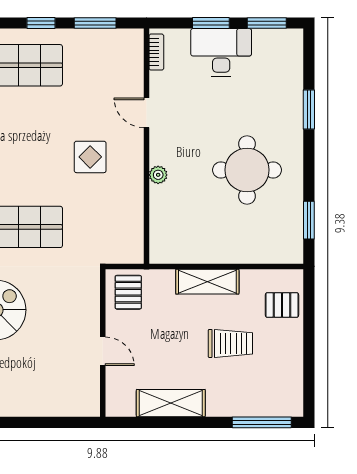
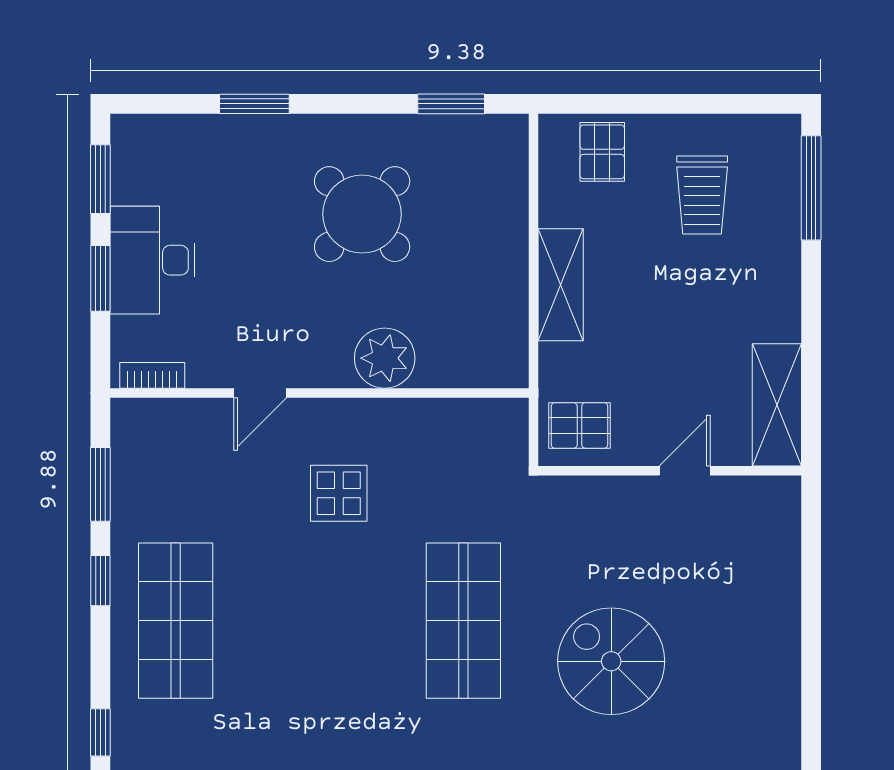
round table: (247, 170) -> (362, 214), turned 45
plant: (158, 175) -> (385, 358), width x1.88, depth x1.88
trolley: (230, 343) -> (702, 195), moved, turned 180
shelving: (171, 403) -> (777, 405), moved

